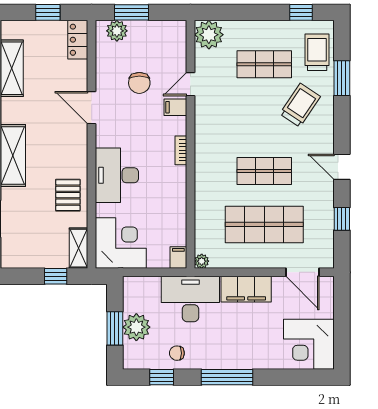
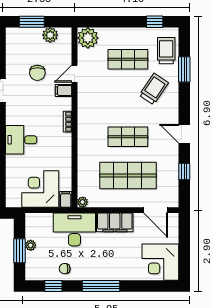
plant: (117, 31) -> (50, 35), moved
desk: (117, 175) -> (21, 140), width x0.73
corner desk: (121, 243) -> (40, 189), moved, turned -90
plant: (136, 327) -> (31, 245), width x0.53, depth x0.53

